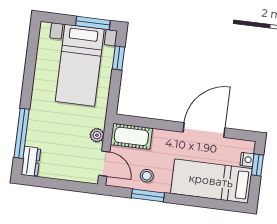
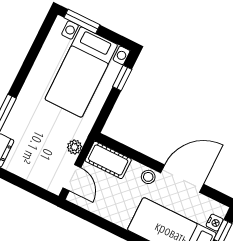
window: (93, 23) -> (82, 21), moved
stool: (147, 176) -> (148, 177), moved
window: (148, 195) -> (104, 224), removed

